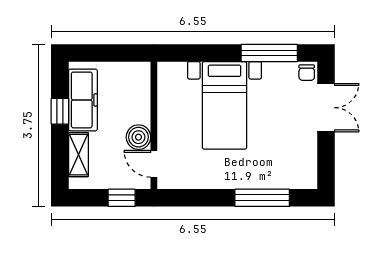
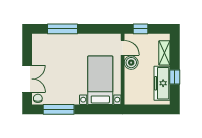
bed with nightstands: (224, 105) -> (100, 80), moved
double door: (326, 108) -> (27, 79), swing flipped

